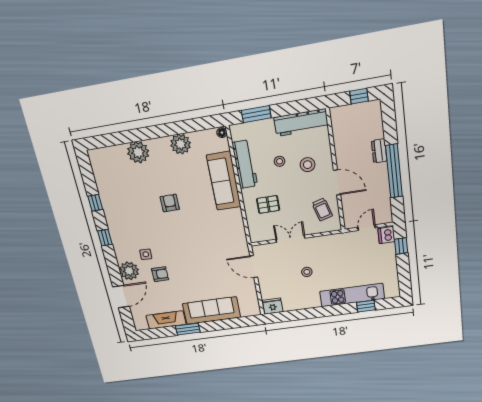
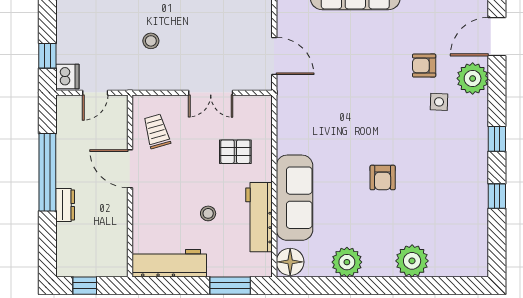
floor lamp: (222, 133) -> (290, 262), width x1.89, depth x1.89
stool: (308, 165) -> (169, 202), removed
stool: (307, 272) -> (151, 41), moved

